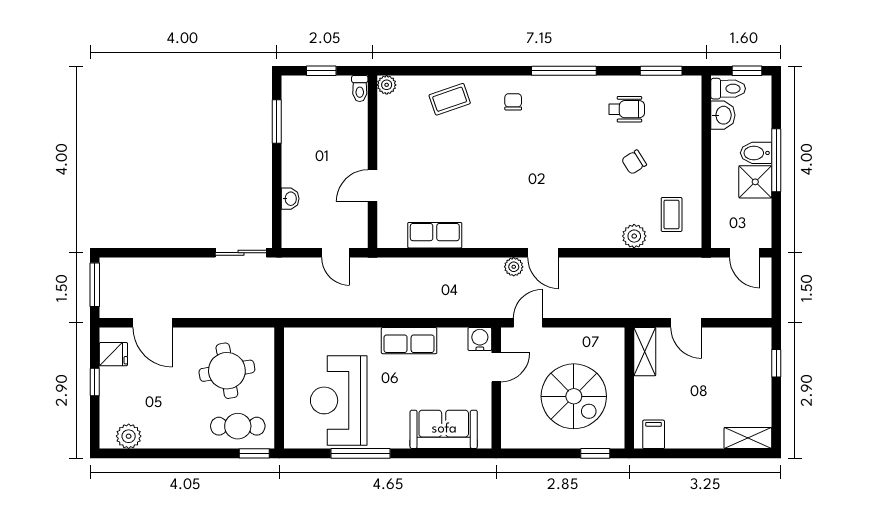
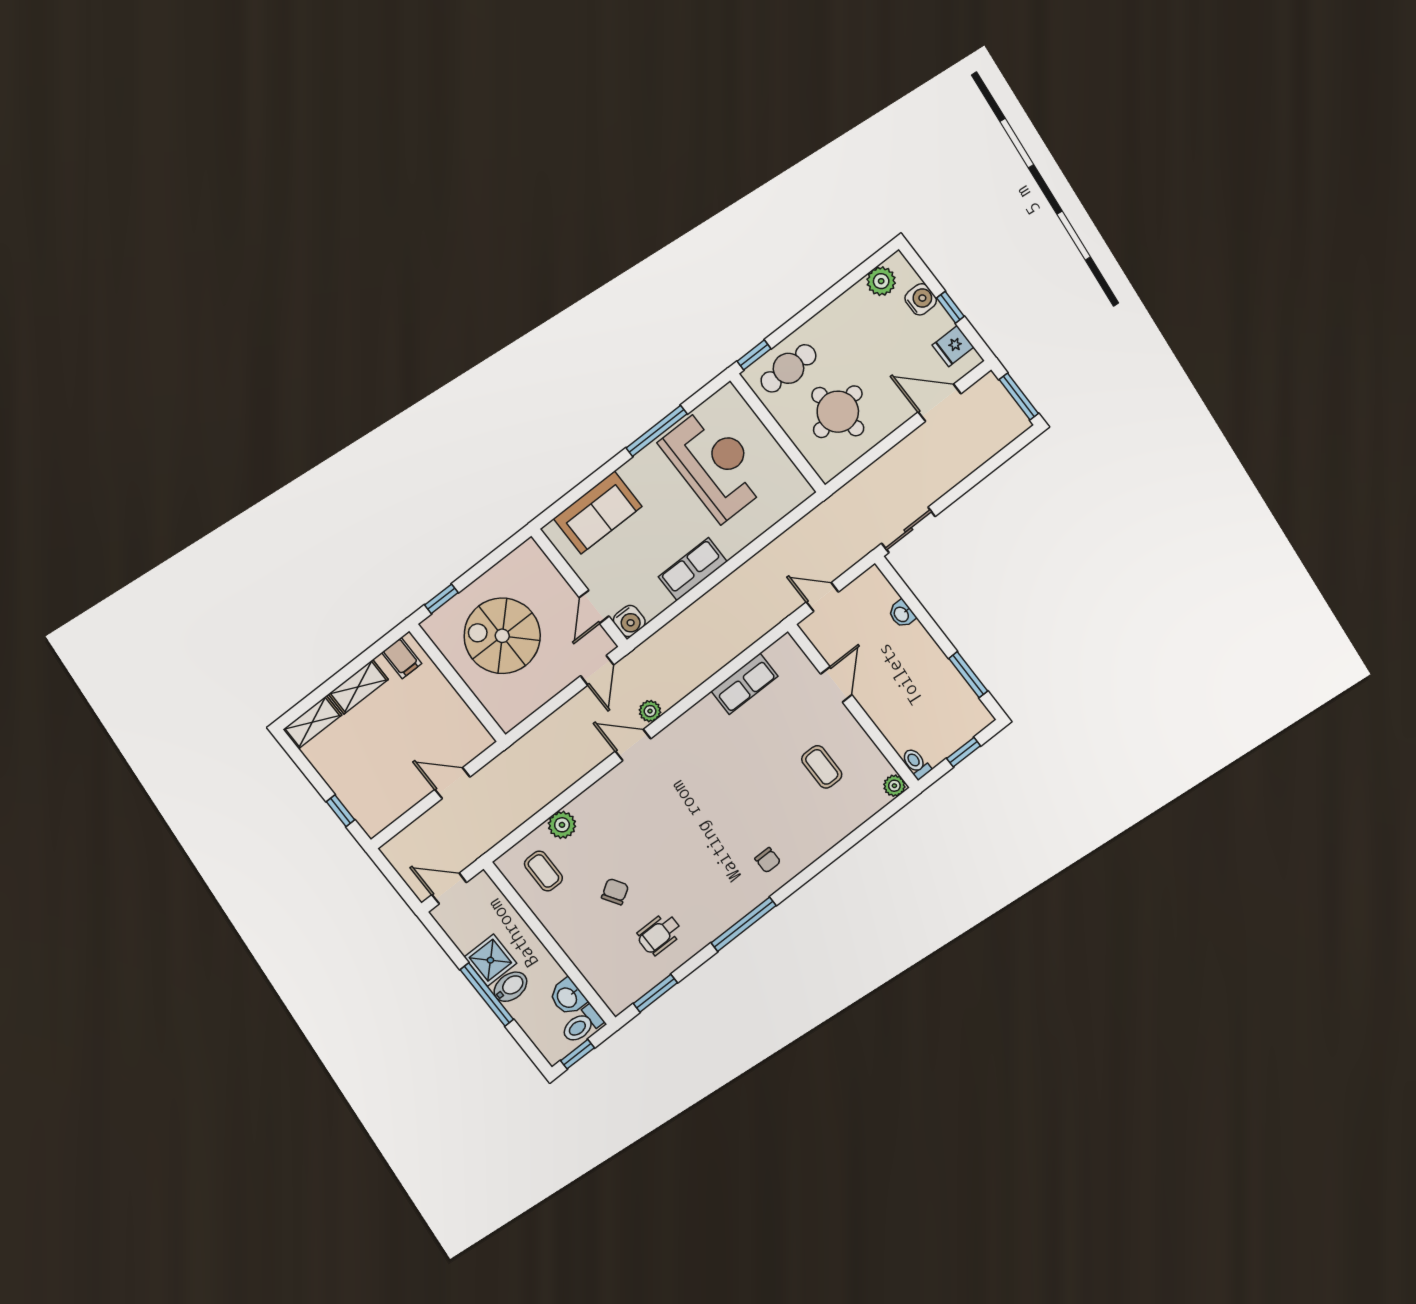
coffee table: (450, 99) -> (822, 767), moved, turned -71
shelving: (645, 352) -> (358, 687), moved, turned 90
water cooler: (111, 403) -> (921, 299), added

